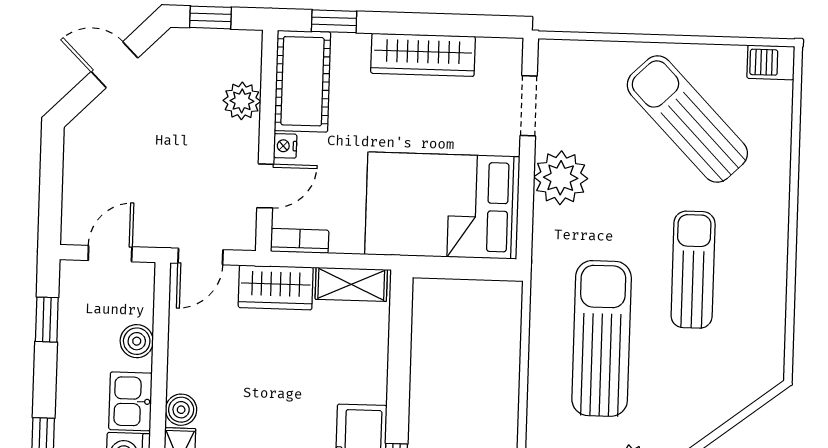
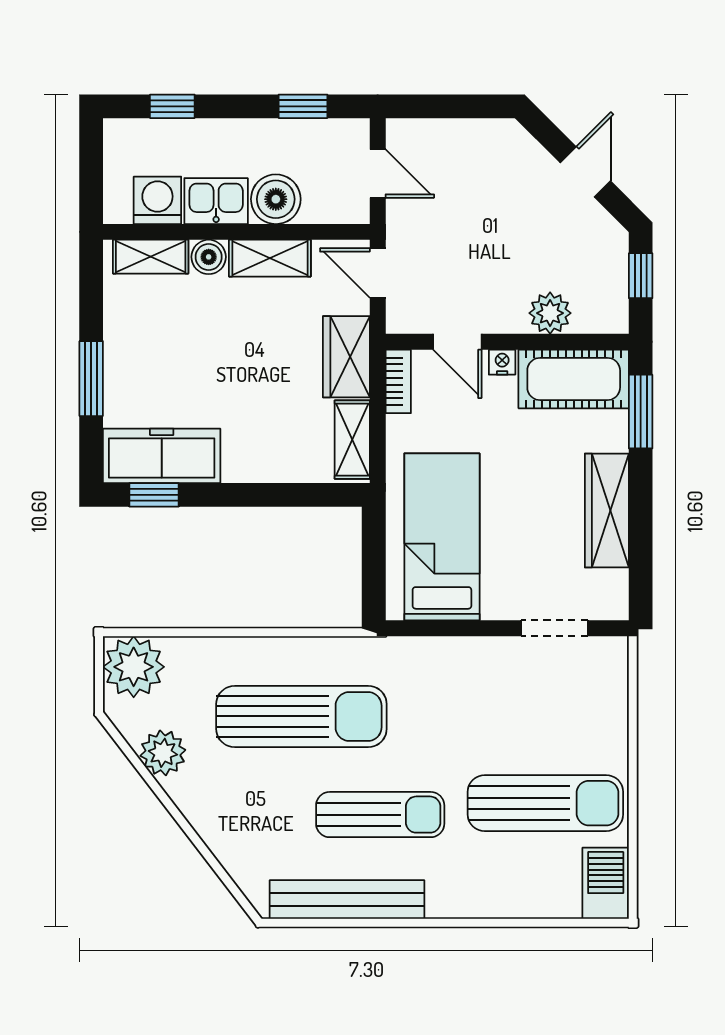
window: (334, 21) -> (641, 412), width x1.50
barbecue: (771, 62) -> (606, 883), width x1.38, depth x1.27
sun lounger: (687, 119) -> (545, 803), turned 44
plant: (561, 178) -> (477, 666), removed
bed: (442, 206) -> (442, 537), width x0.67
bench: (769, 302) -> (347, 899), added
boiler: (137, 341) -> (276, 199), width x1.36, depth x1.36
shelving: (184, 354) -> (270, 258), added

